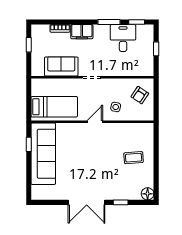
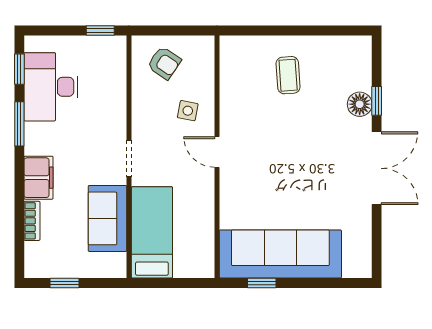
desk: (123, 38) -> (51, 87), width x1.37
window: (156, 49) -> (100, 31), moved
bed: (54, 107) -> (152, 232), moved
floor lamp: (148, 194) -> (360, 104), moved

